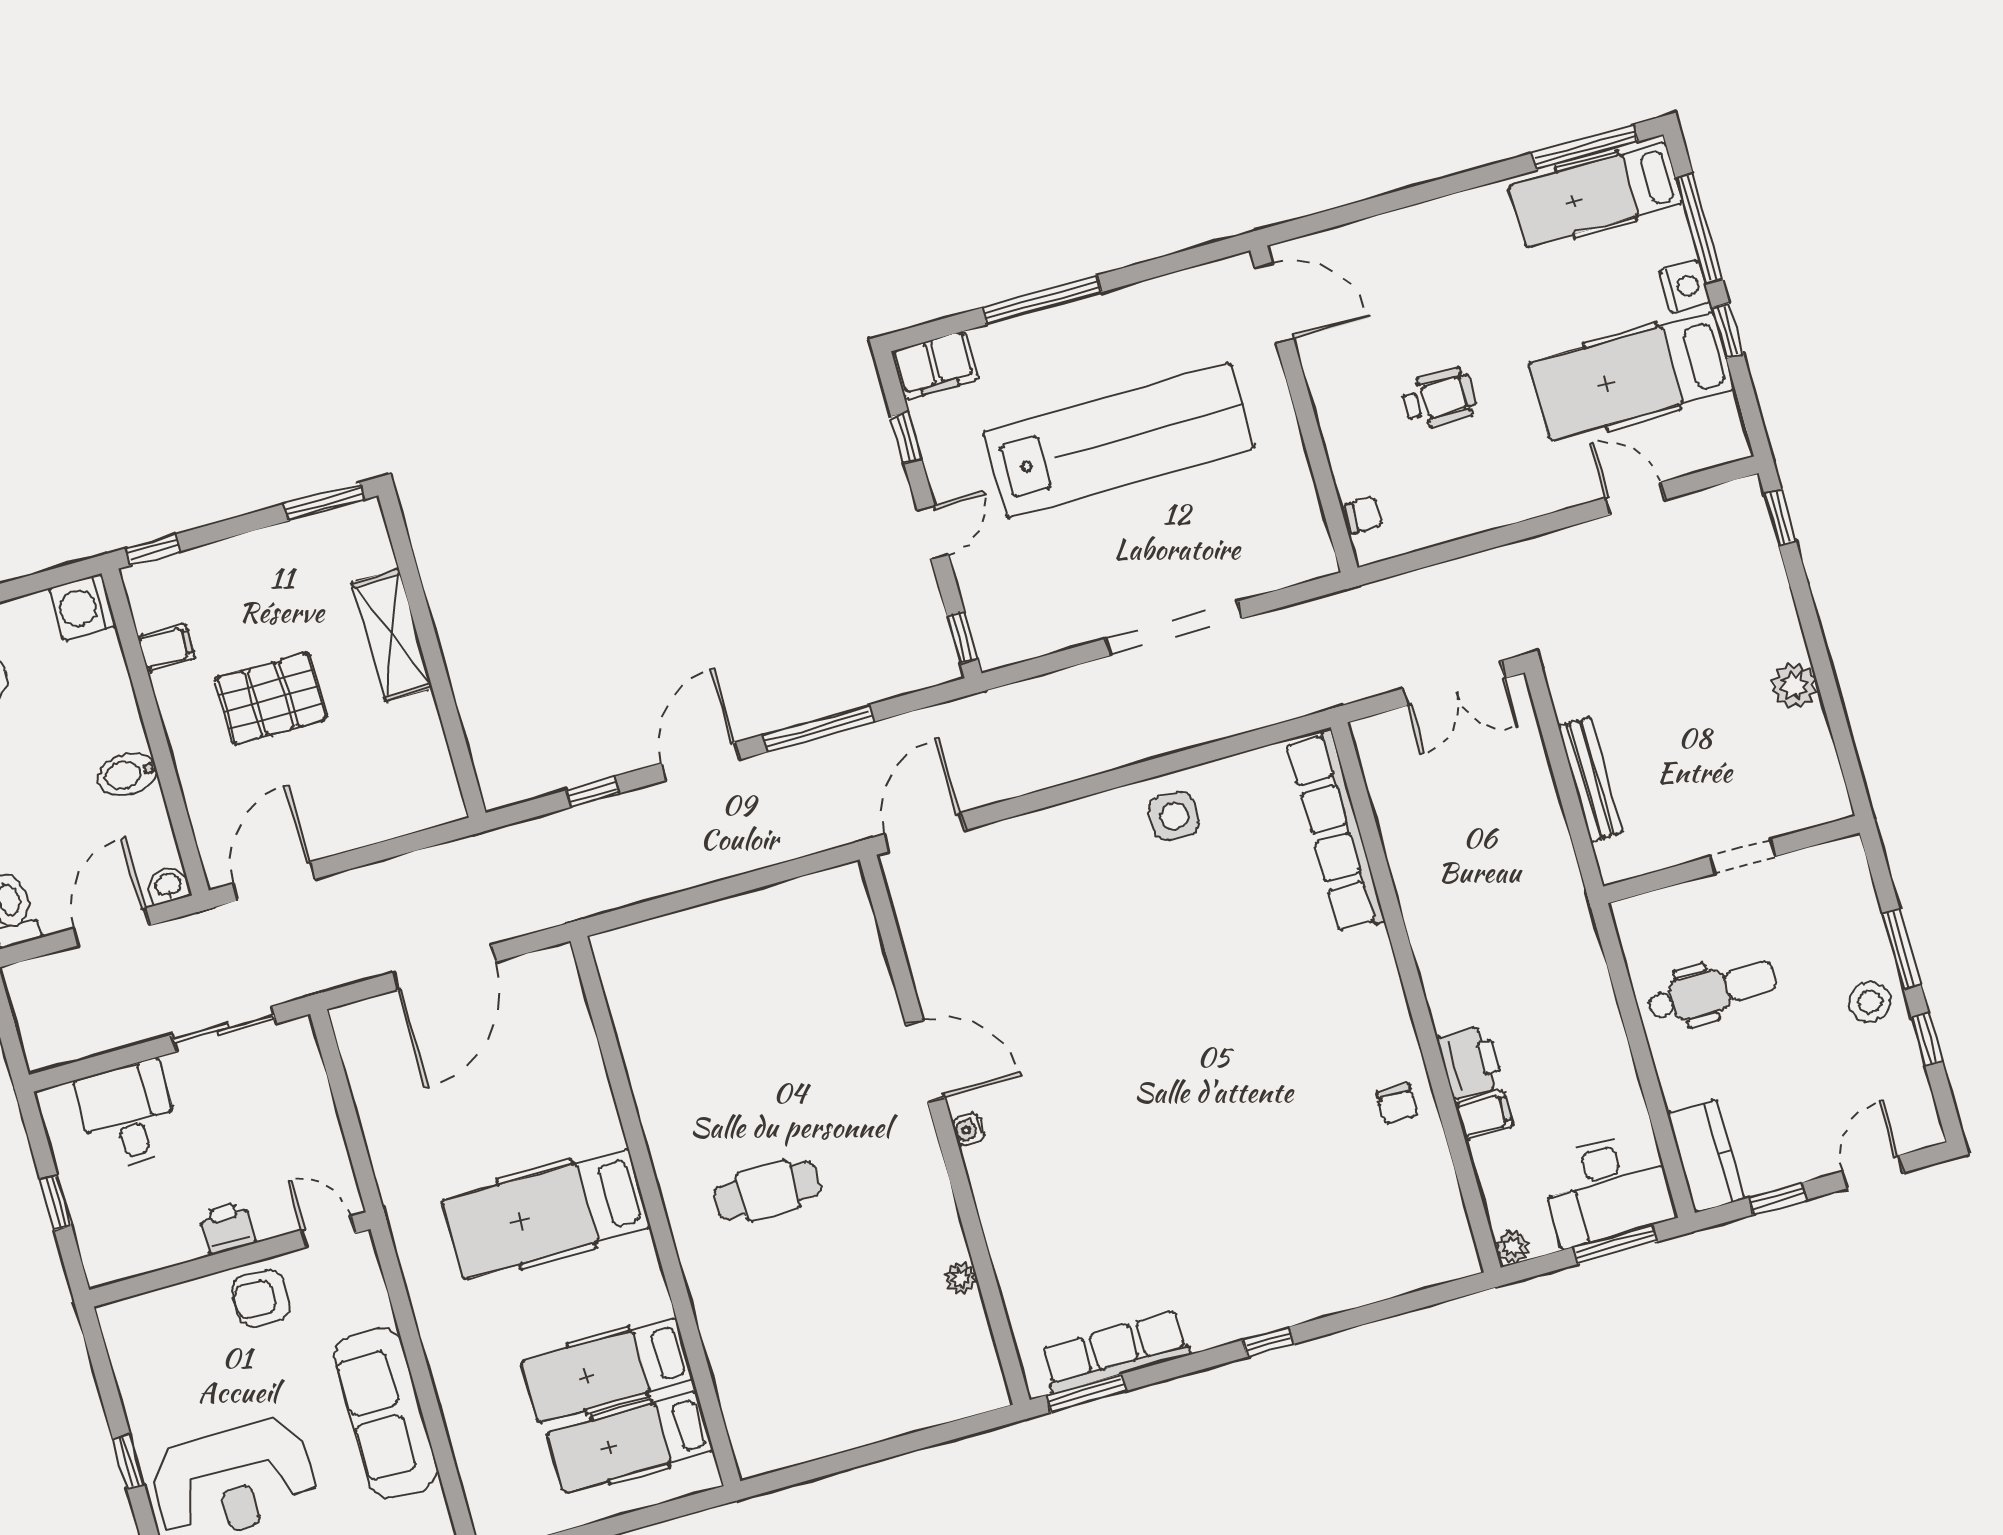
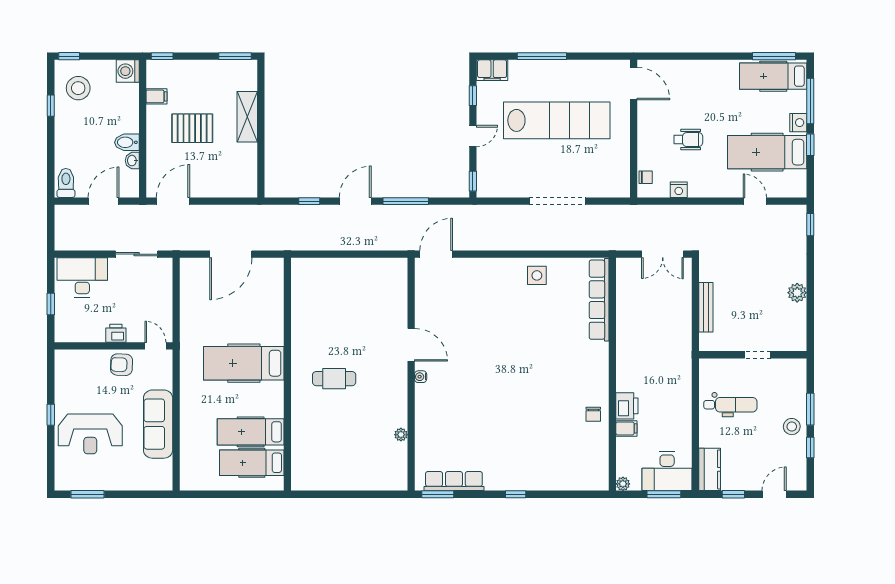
nightstand: (1450, 522) -> (679, 190), added
washbasin: (168, 885) -> (132, 161), moved, turned -90
desk: (128, 1115) -> (82, 277), width x1.37

